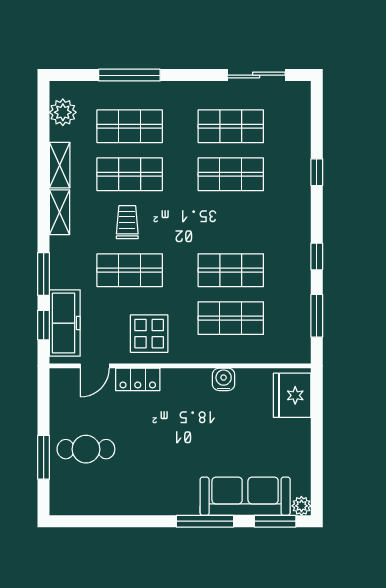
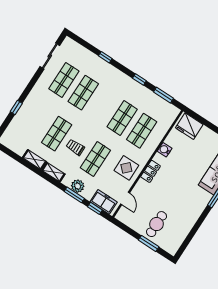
window: (129, 75) -> (16, 108), width x0.46
plant: (63, 112) -> (78, 186), moved
shop shelf: (130, 126) -> (37, 121), removed
freezer: (65, 323) -> (104, 202), width x0.71
locker: (138, 379) -> (151, 171), moved

